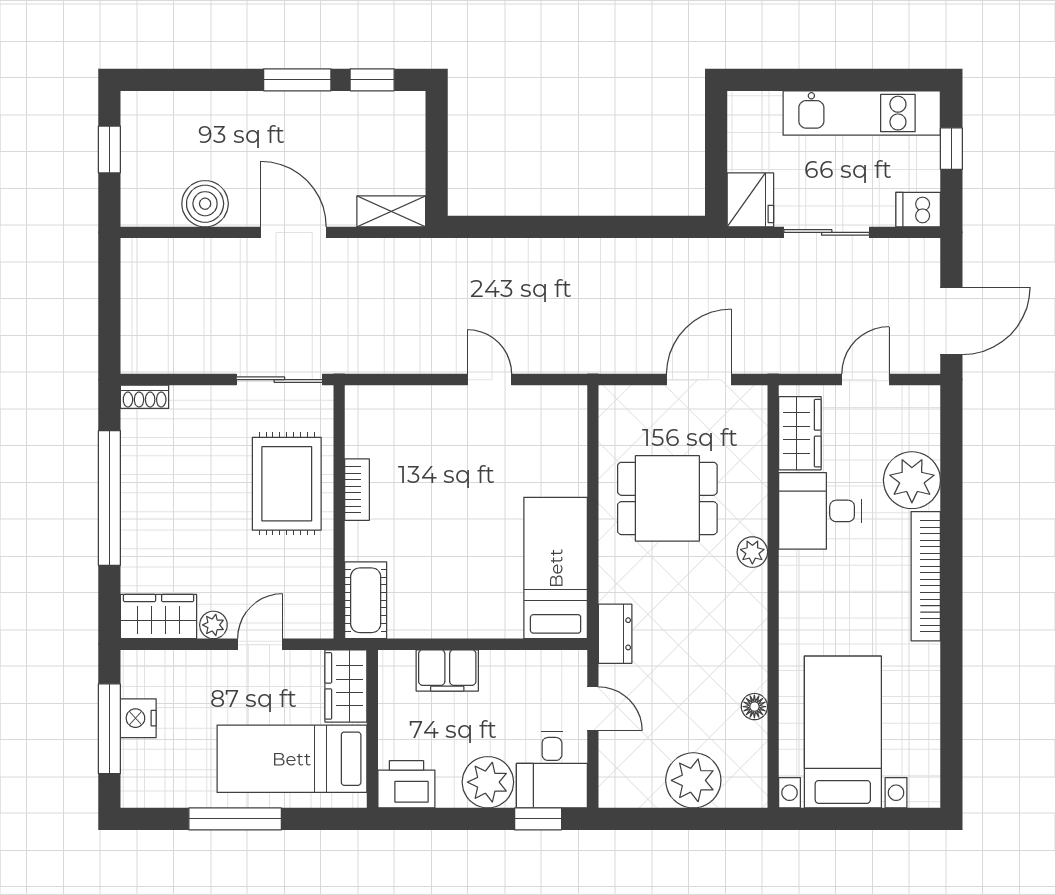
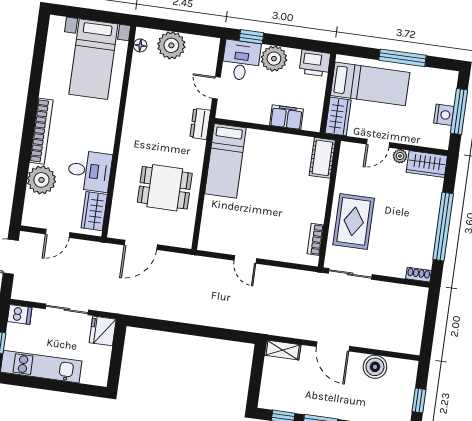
bookcase: (357, 490) -> (315, 239), moved
plant: (752, 552) -> (126, 155), removed
floor lamp: (754, 707) -> (140, 45), moved

